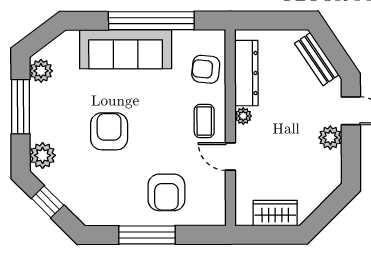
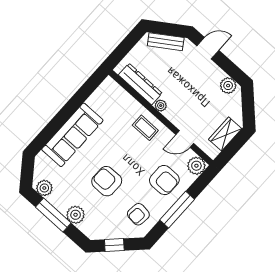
window: (151, 21) -> (70, 109), removed
armchair: (206, 69) -> (138, 214), moved
plant: (330, 138) -> (228, 86), moved
plant: (43, 155) -> (76, 215), moved
door: (230, 157) -> (185, 139), moved
plant: (213, 213) -> (196, 166), added

